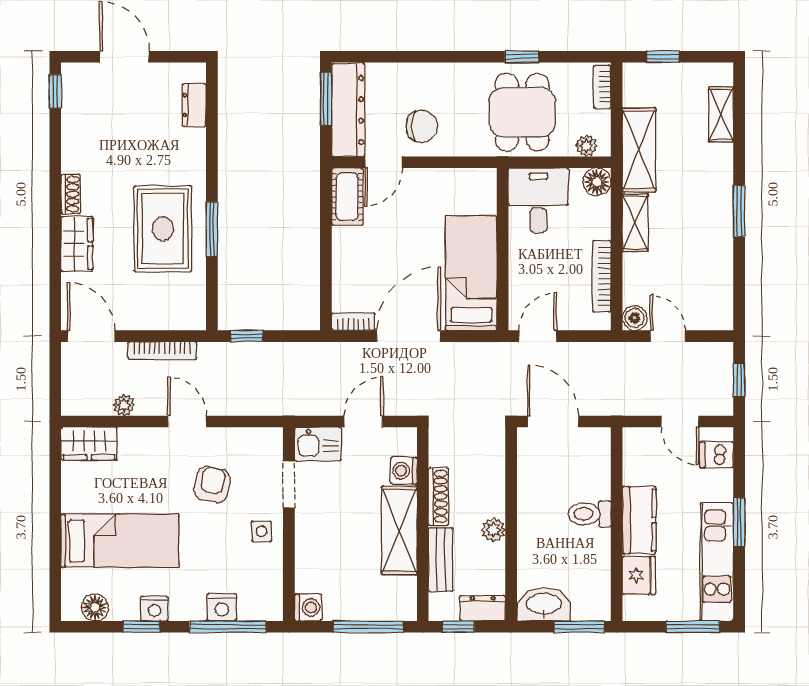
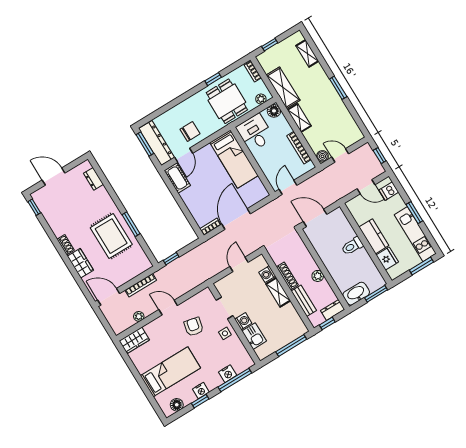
bed: (471, 273) -> (234, 159), moved, turned 180
kitchen sink: (318, 444) -> (254, 336), moved, turned -90
shelving: (399, 531) -> (278, 292), width x0.67, depth x0.75
washing machine: (308, 607) -> (243, 321), moved

